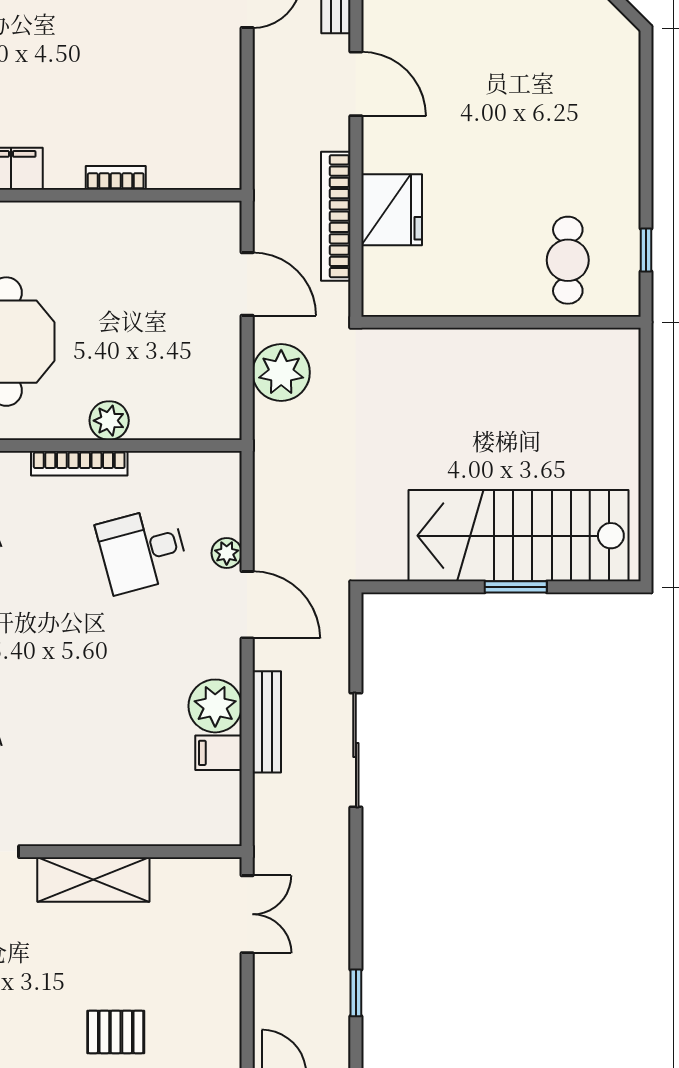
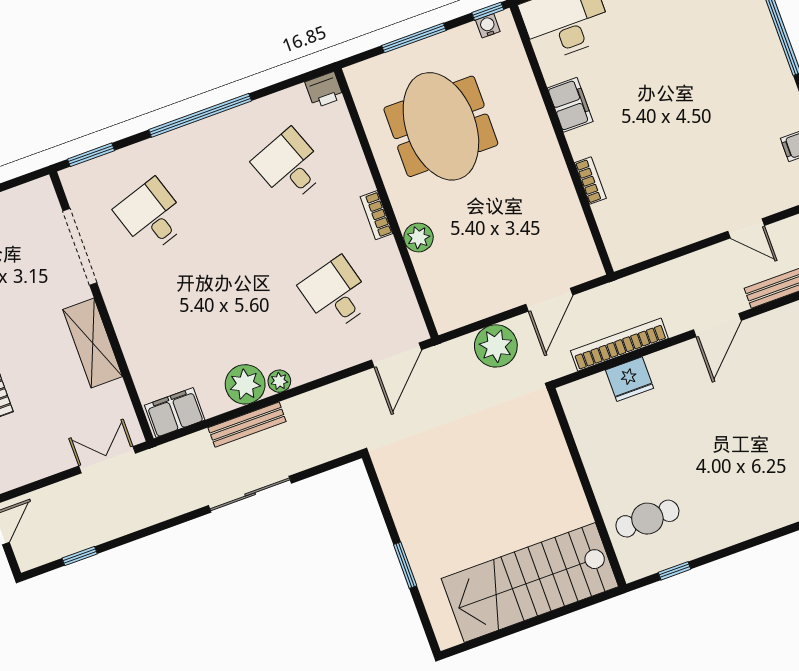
fridge: (392, 210) -> (630, 379), width x0.73, depth x0.75
bookcase: (79, 463) -> (377, 215), width x0.64
stairs: (519, 536) -> (530, 583), moved, turned -90
plant: (227, 553) -> (279, 381), moved
door: (247, 605) -> (396, 355), moved
filing cabinet: (219, 753) -> (175, 413), moved, width x2.00
double door: (247, 914) -> (107, 460), swing flipped

